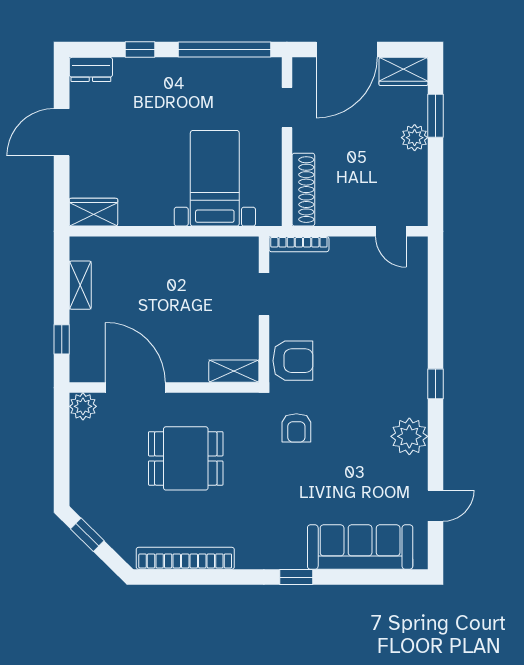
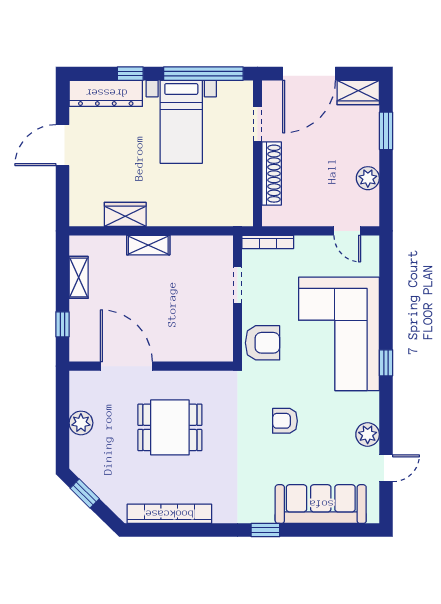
dresser: (91, 69) -> (106, 93), width x1.96, depth x1.24
plant: (415, 138) -> (368, 178), moved
bed with nightstands: (215, 178) -> (181, 122), moved, turned 180
shoe rack: (303, 190) -> (272, 174), moved
wardrobe: (93, 212) -> (125, 214), moved
corner sofa: (381, 350) -> (339, 334), added
shelving: (234, 371) -> (148, 245), moved
plant: (83, 406) -> (81, 423), moved
armchair: (296, 428) -> (285, 421), moved, turned 90
plant: (409, 436) -> (368, 434), moved, width x0.73, depth x0.73

